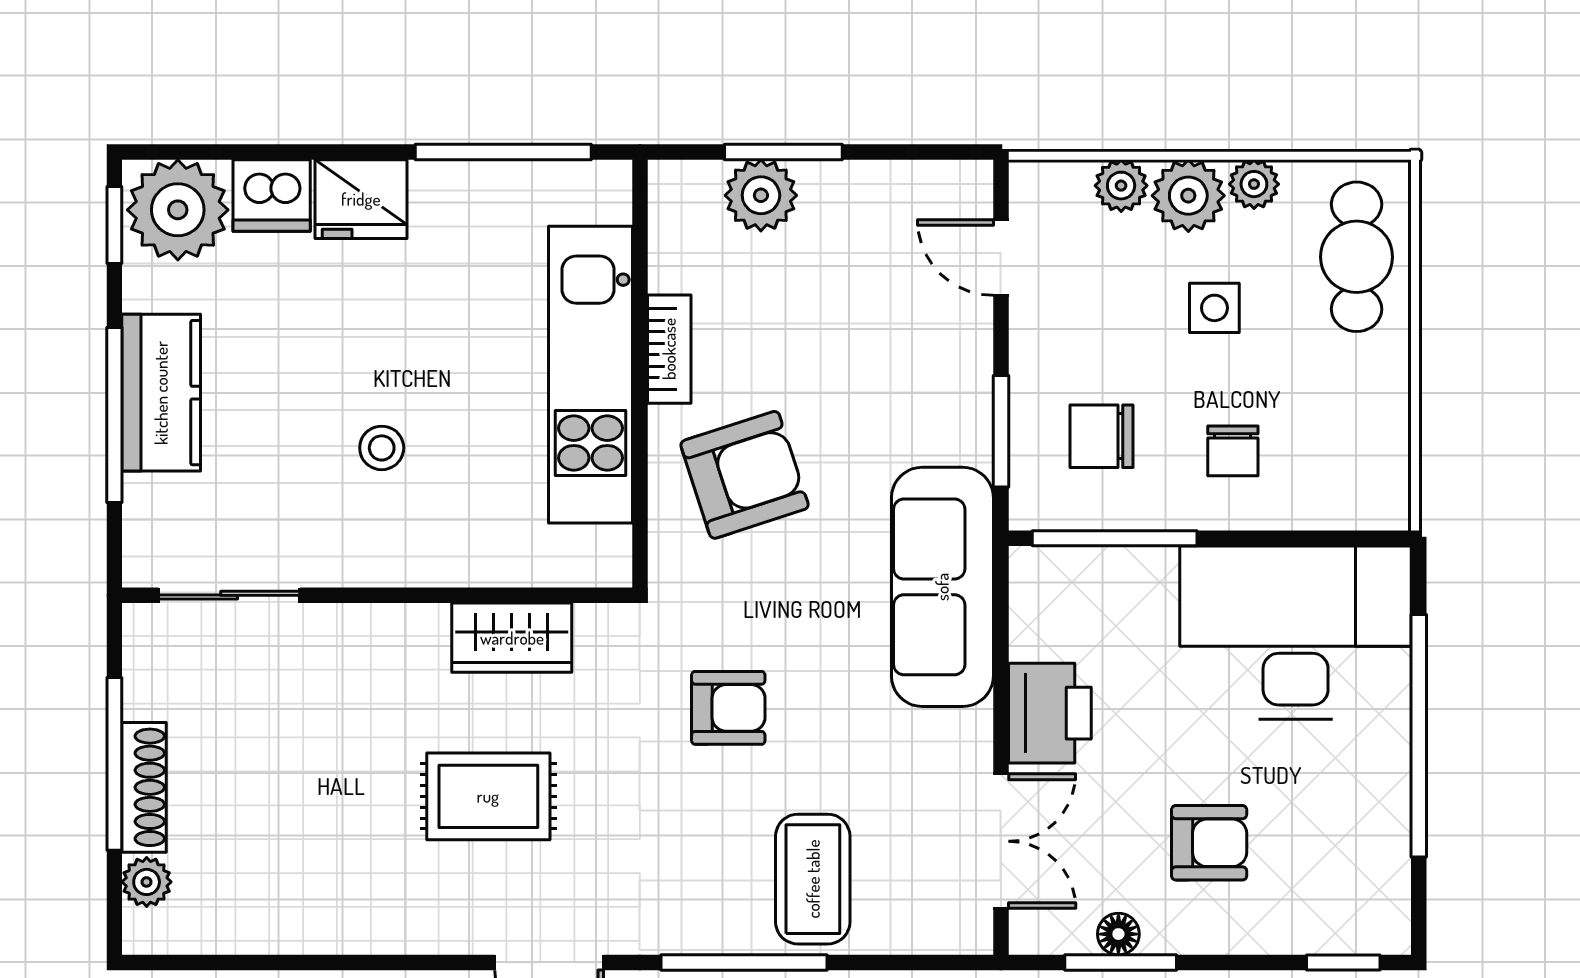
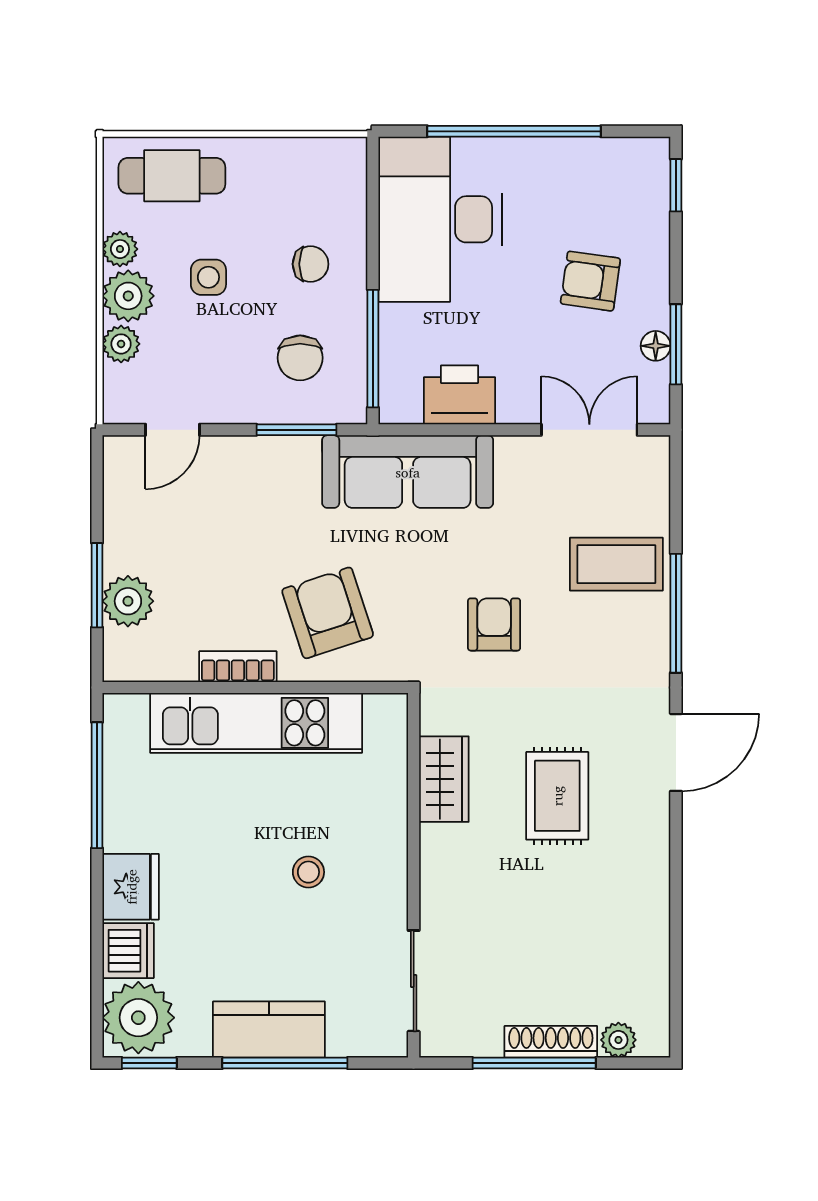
printer: (1050, 713) -> (459, 395), moved
armchair: (1209, 843) -> (590, 281), turned -82

